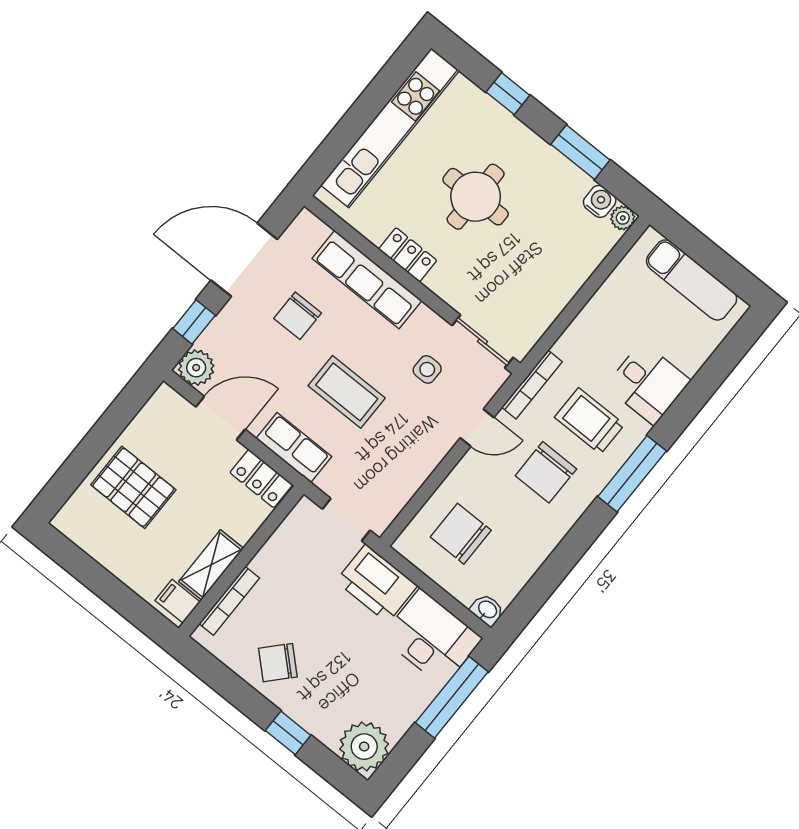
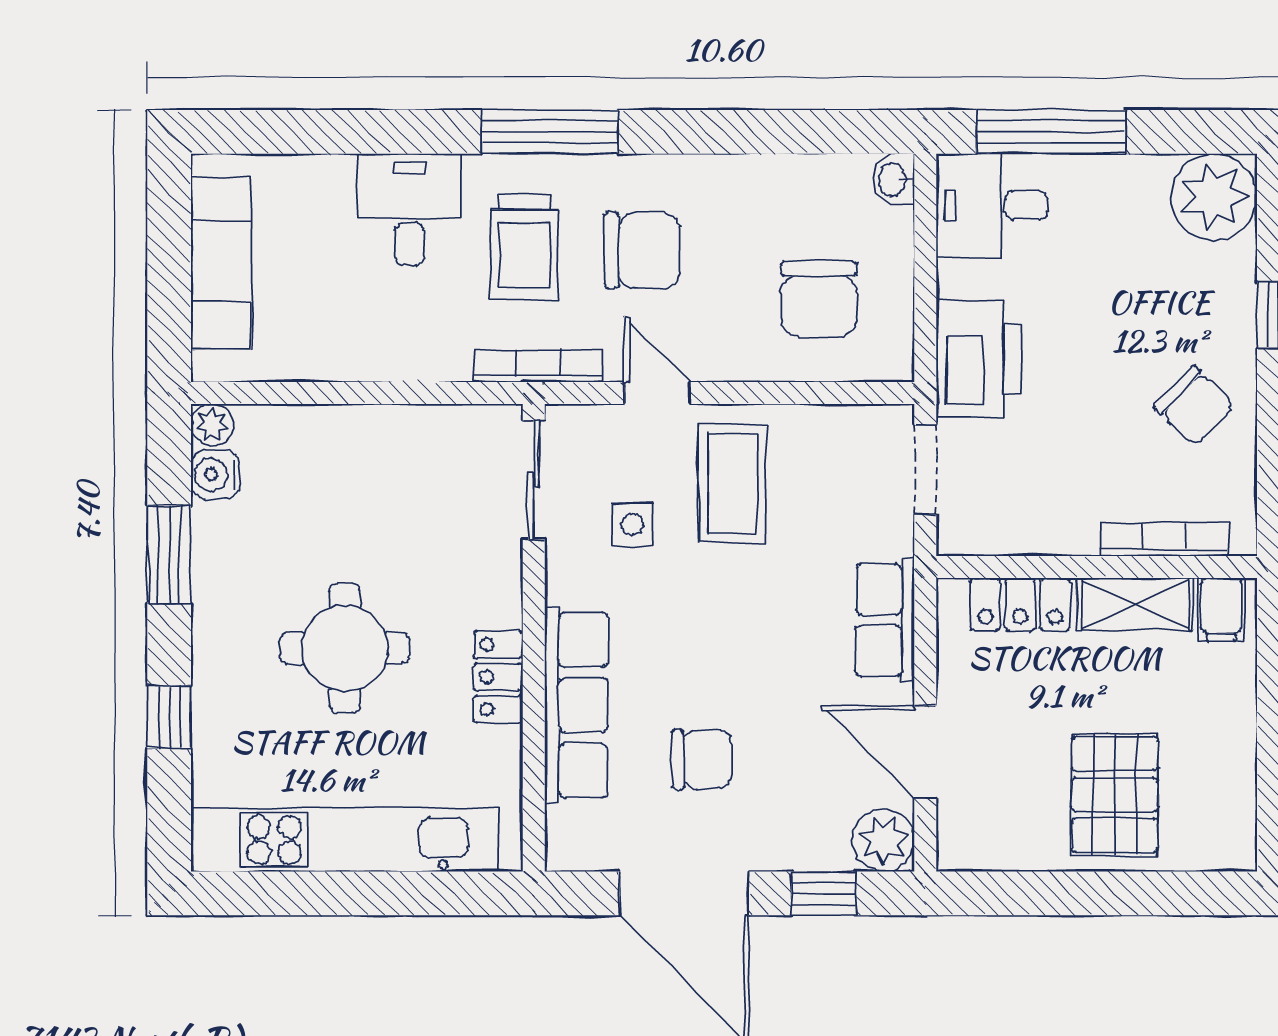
coffee table: (347, 392) -> (732, 483), moved
locker: (261, 479) -> (1020, 604), moved, turned 90
desk: (432, 638) -> (992, 205), width x0.73

